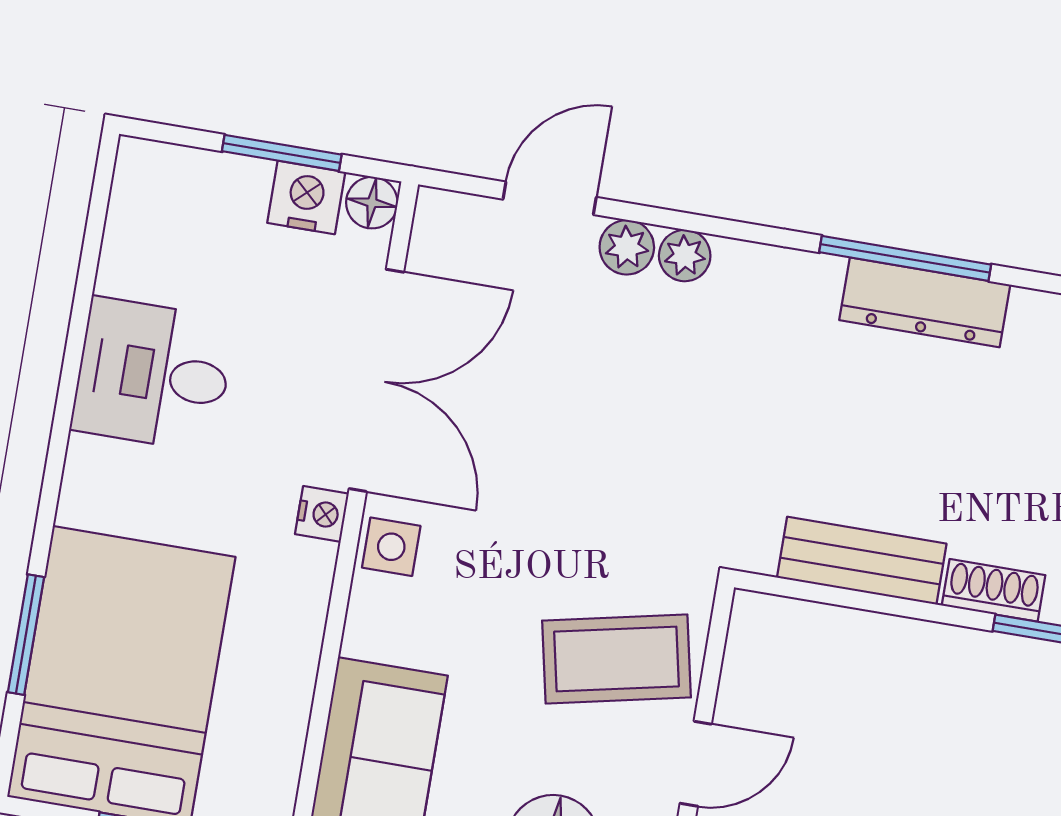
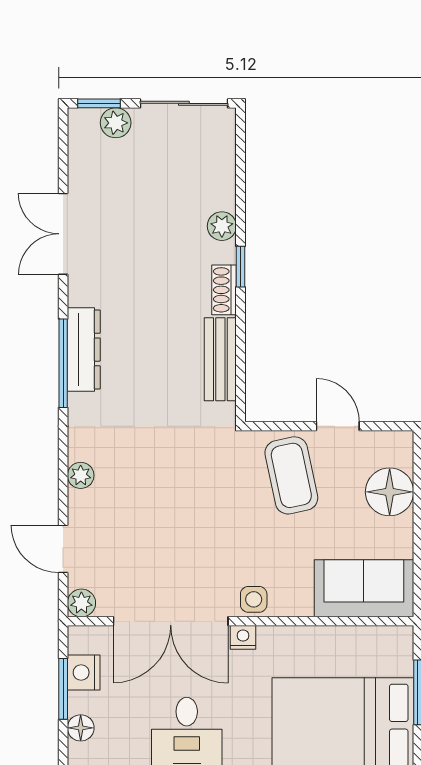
floor lamp: (372, 203) -> (81, 728), moved
plant: (627, 247) -> (81, 603), moved
double door: (376, 380) -> (171, 621), swing flipped

